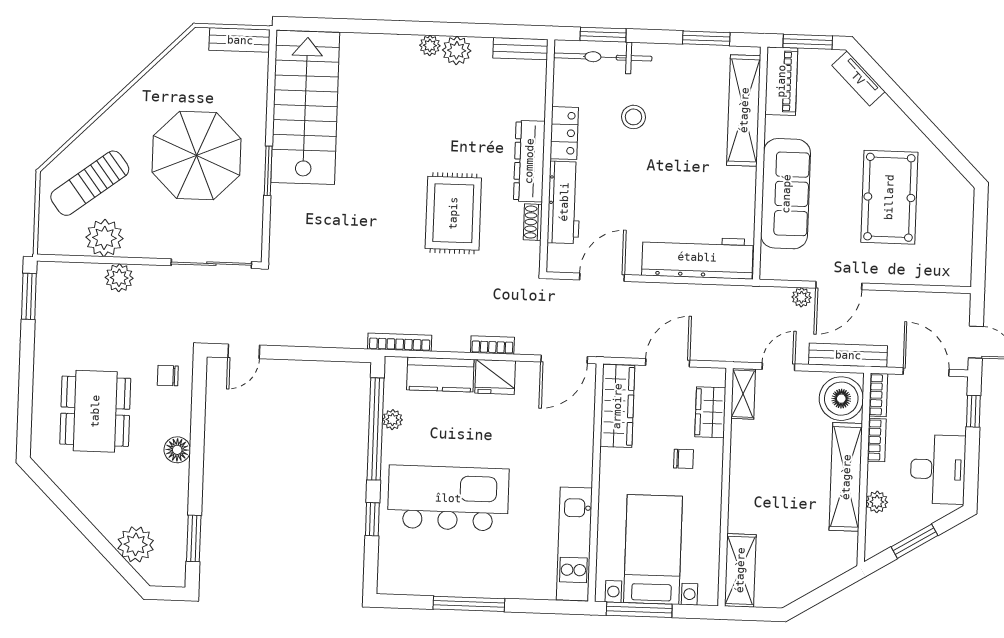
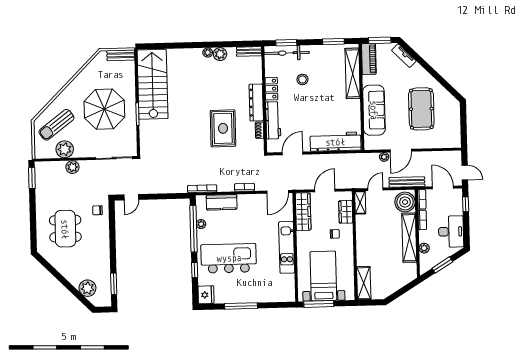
fridge: (495, 377) -> (206, 295), moved, turned -90
floor lamp: (177, 450) -> (104, 244), removed
kitchen unit: (574, 544) -> (287, 247), moved

